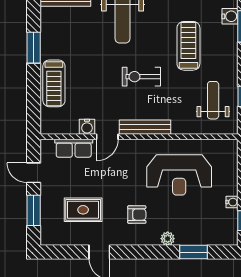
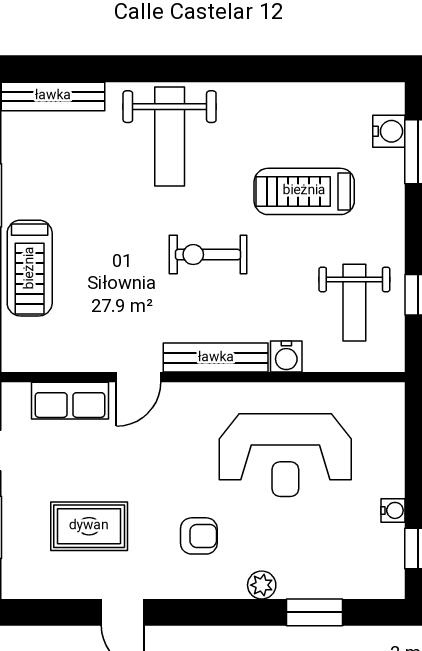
treadmill: (188, 46) -> (304, 191), turned -90
weight bench: (213, 100) -> (354, 303), turned 180
water cooler: (87, 127) -> (286, 357), moved

